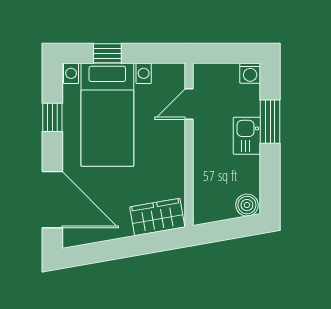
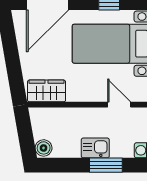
wardrobe: (157, 217) -> (47, 91), moved, turned -80

